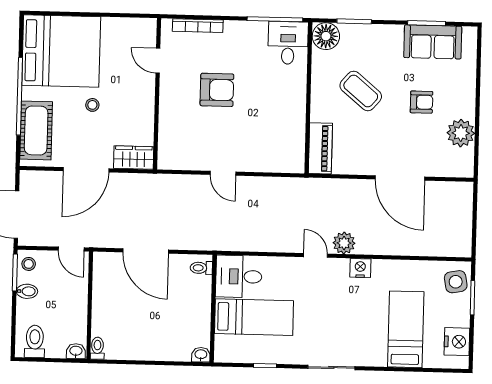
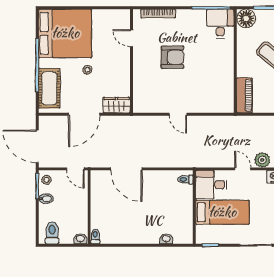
toilet: (201, 268) -> (185, 179), moved
desk: (239, 276) -> (211, 185), moved
wall: (213, 309) -> (194, 207), moved
bed: (254, 317) -> (222, 212), moved

